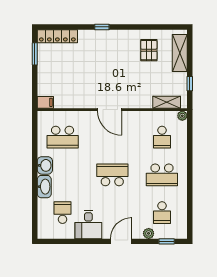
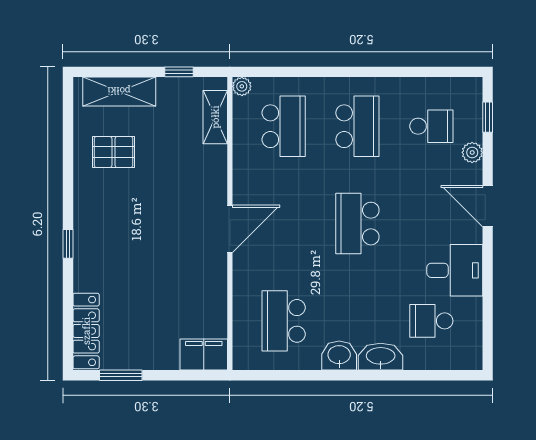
filing cabinet: (45, 102) -> (204, 354), width x2.00
school desk: (63, 137) -> (284, 321), turned 180
school desk: (162, 137) -> (284, 126), width x1.85

